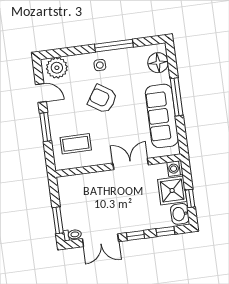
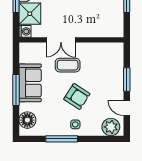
sofa: (162, 116) -> (30, 83), width x0.73
coffee table: (76, 144) -> (68, 65), moved

